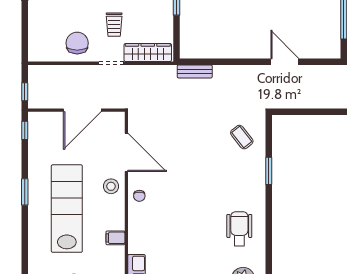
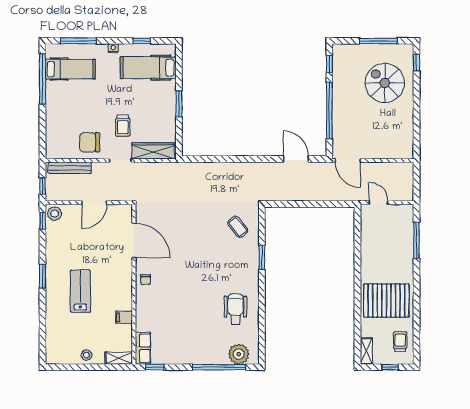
chair: (77, 43) -> (90, 142), turned -90
door: (285, 62) -> (296, 159), moved
bench: (195, 71) -> (70, 168), moved, width x1.36
door: (82, 110) -> (94, 203), width x0.73
stool: (111, 186) -> (55, 214), moved
lab bench: (67, 209) -> (80, 291), width x0.54, depth x0.72

